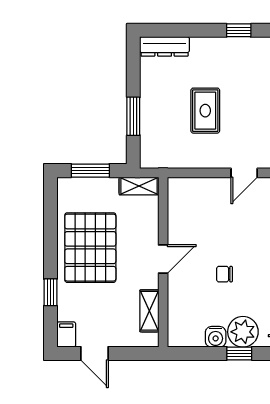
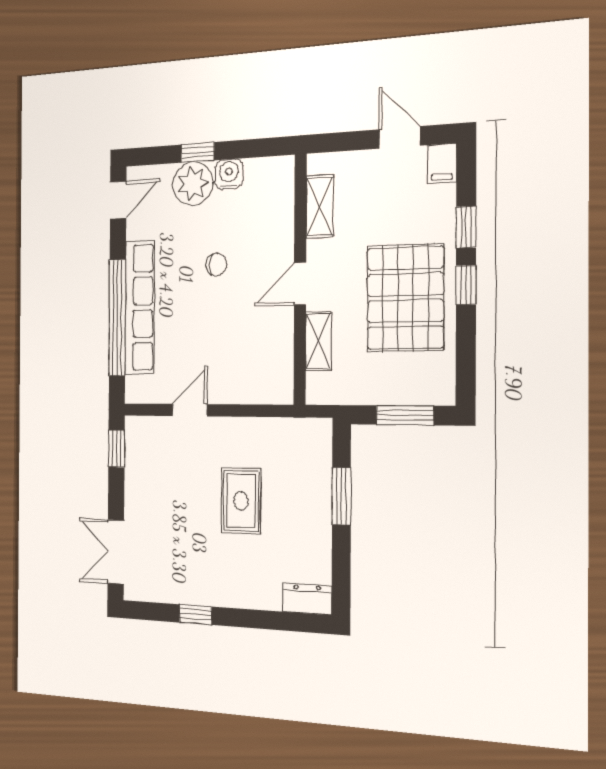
dresser: (165, 46) -> (307, 599), width x0.70
shelving: (139, 186) -> (318, 341), moved, turned 90
window: (50, 255) -> (466, 285), added

